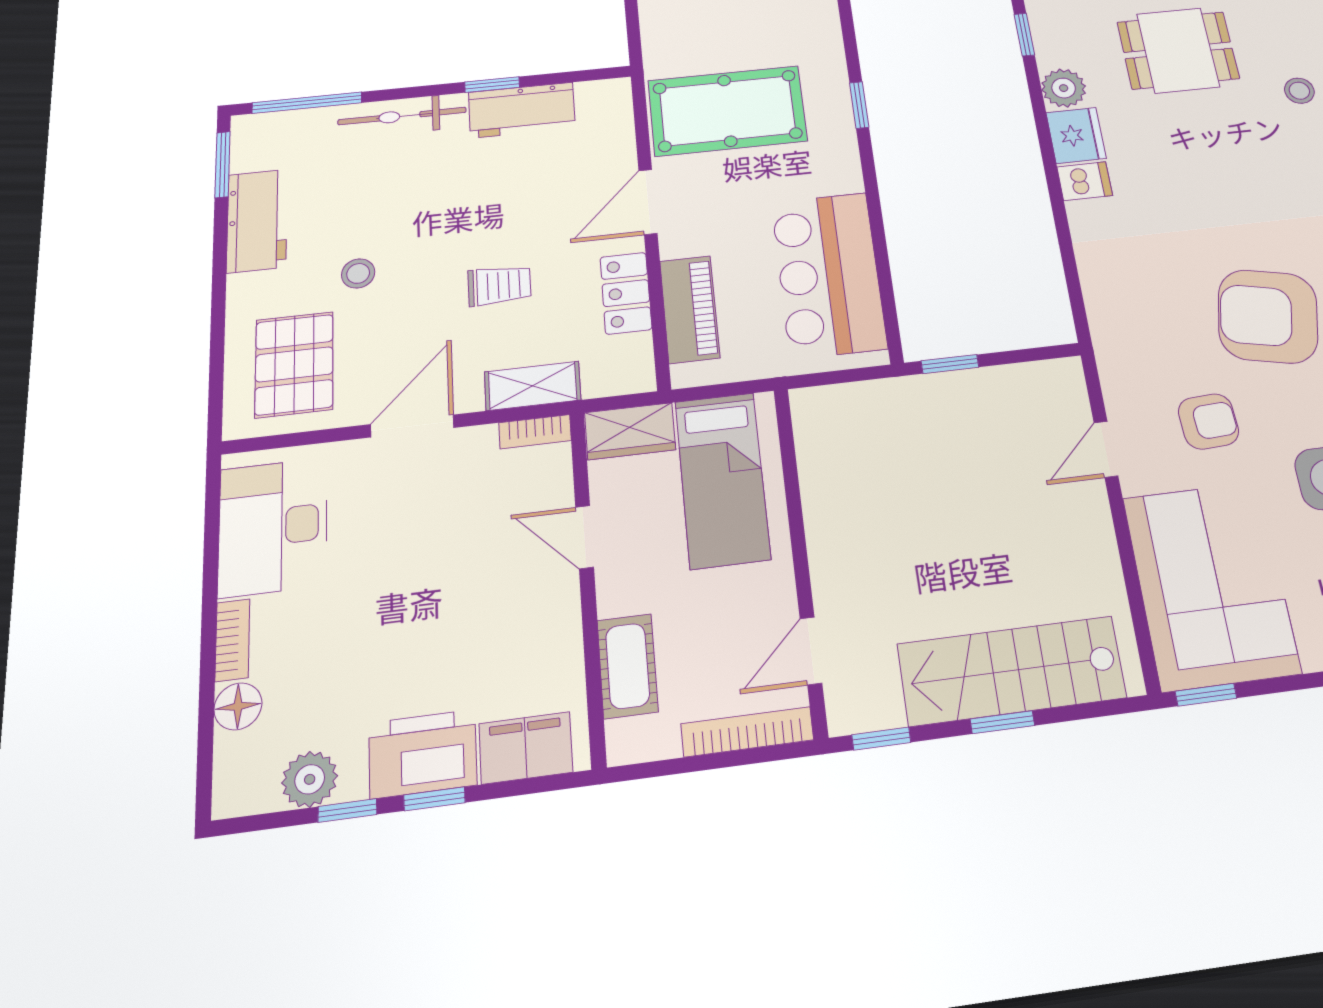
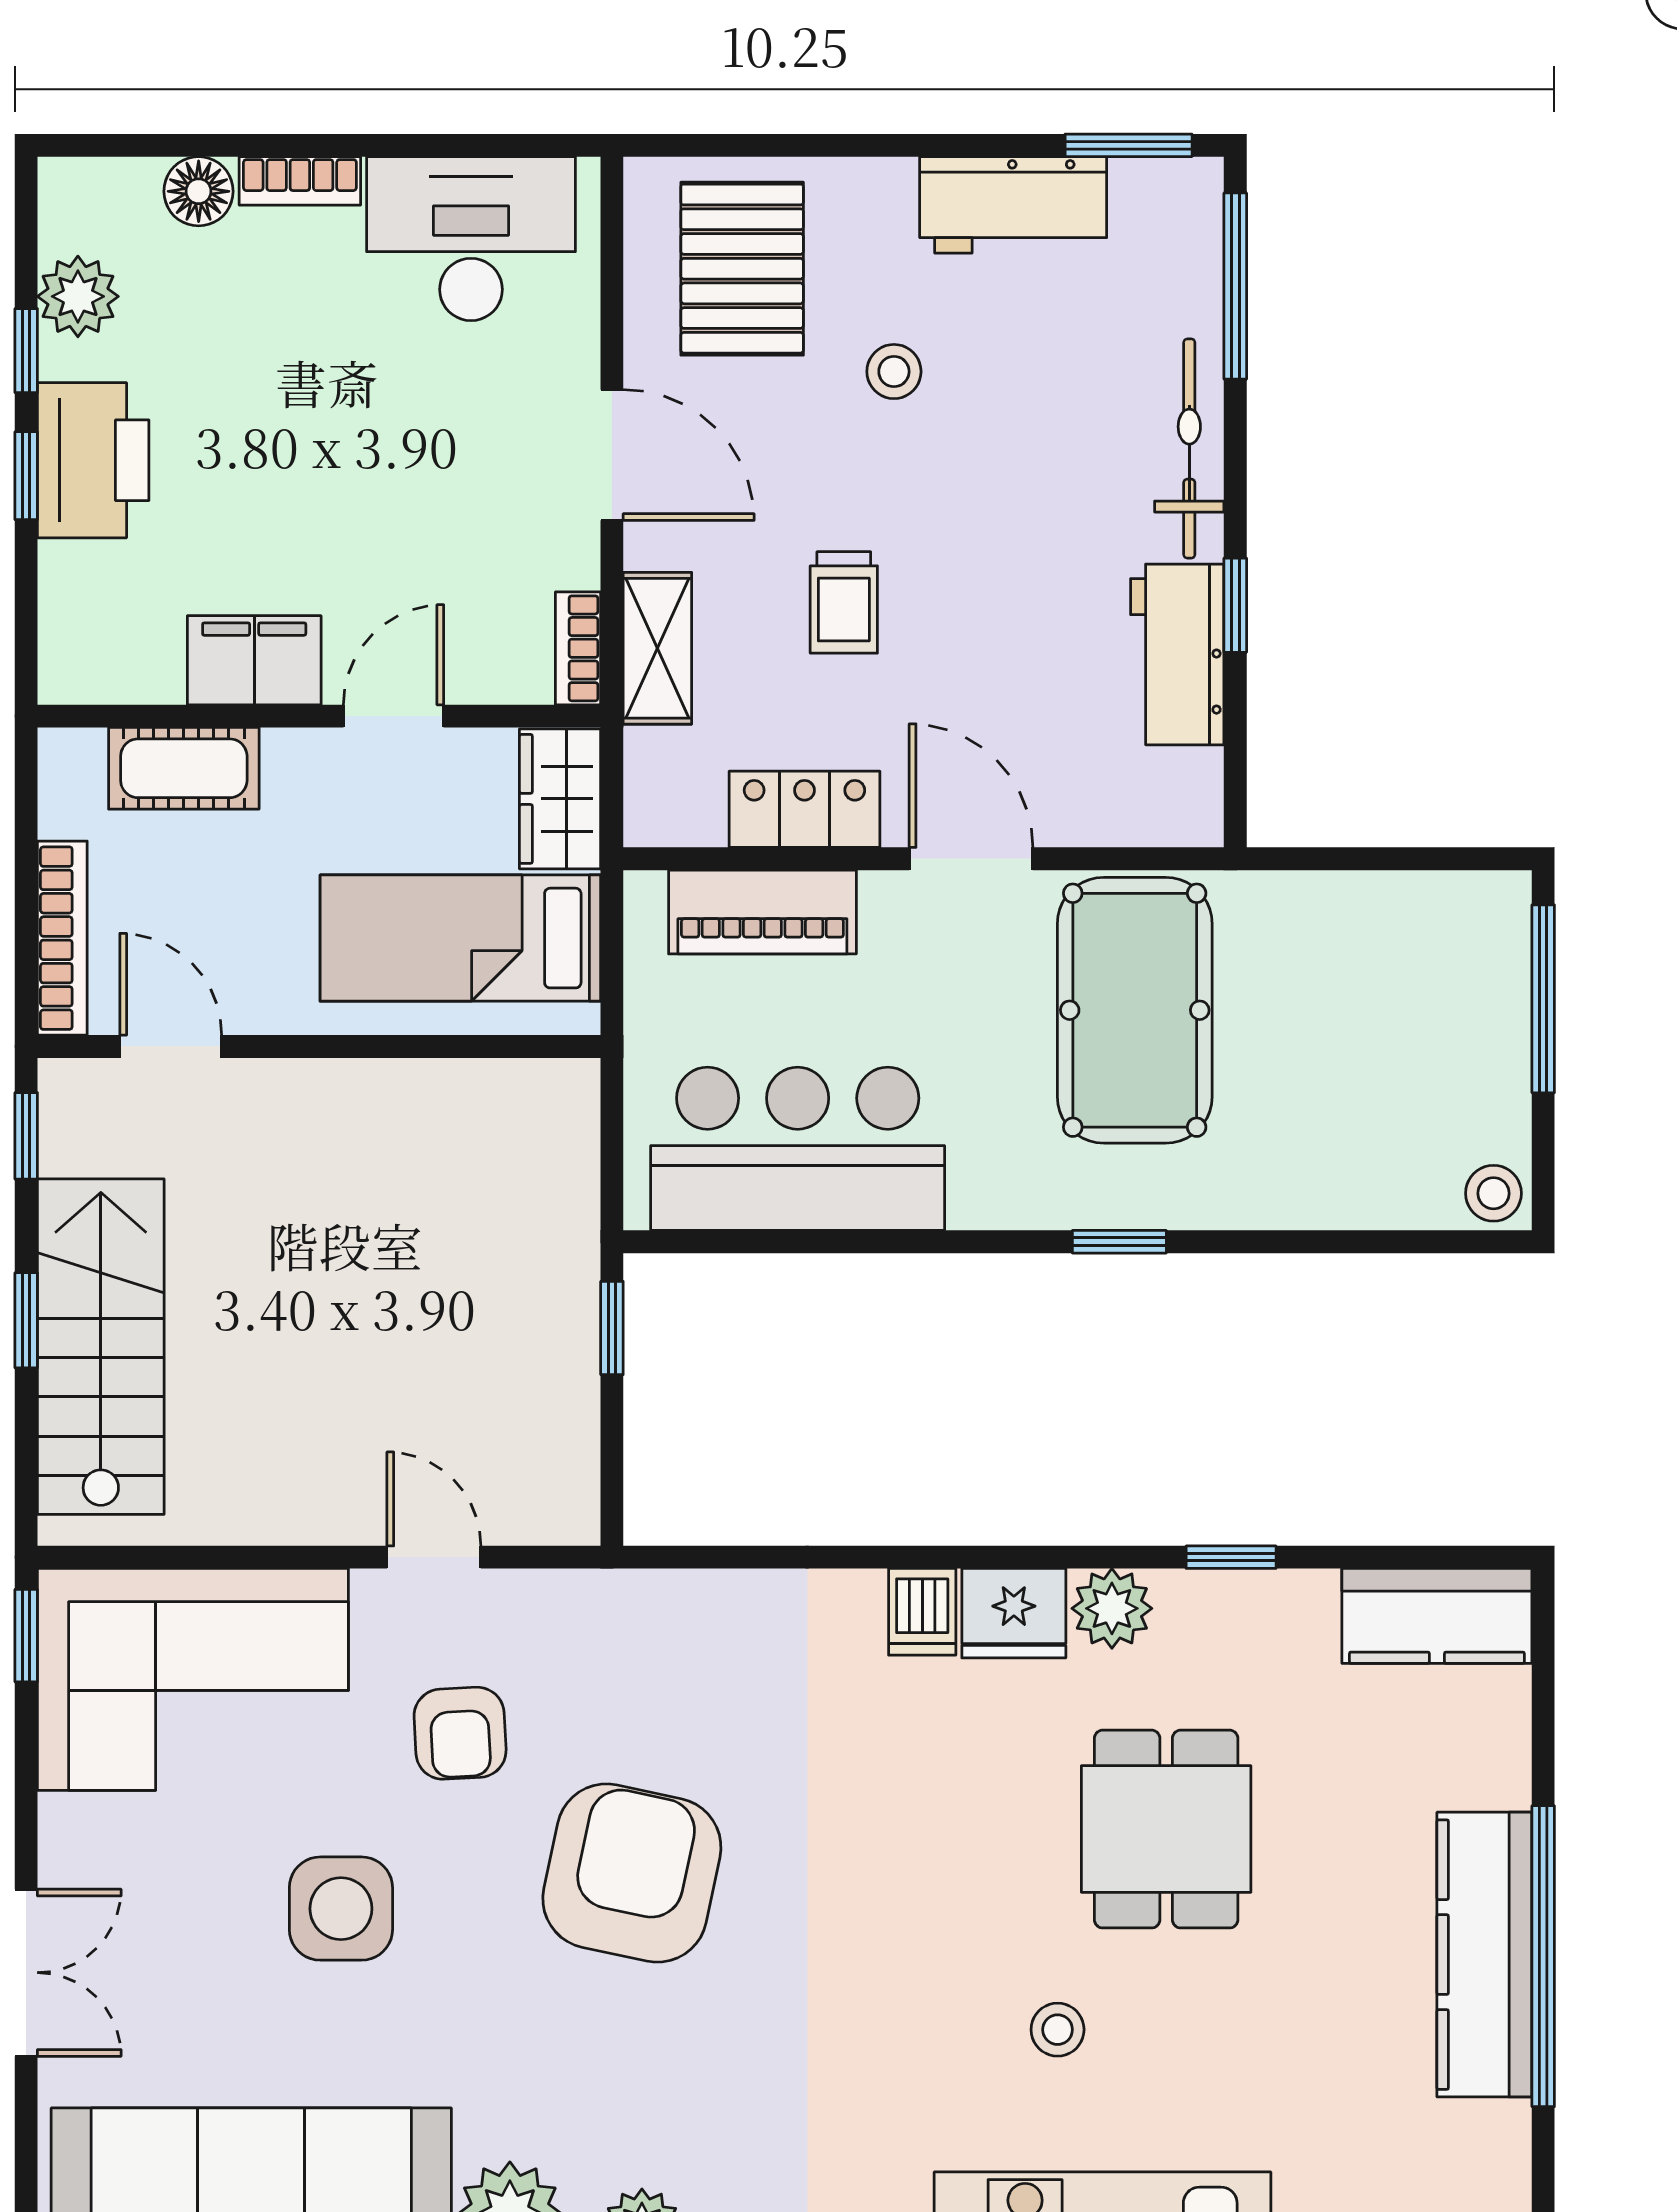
pallet: (294, 364) -> (742, 269), turned 90
filing cabinet: (526, 748) -> (254, 660), moved, turned -90

